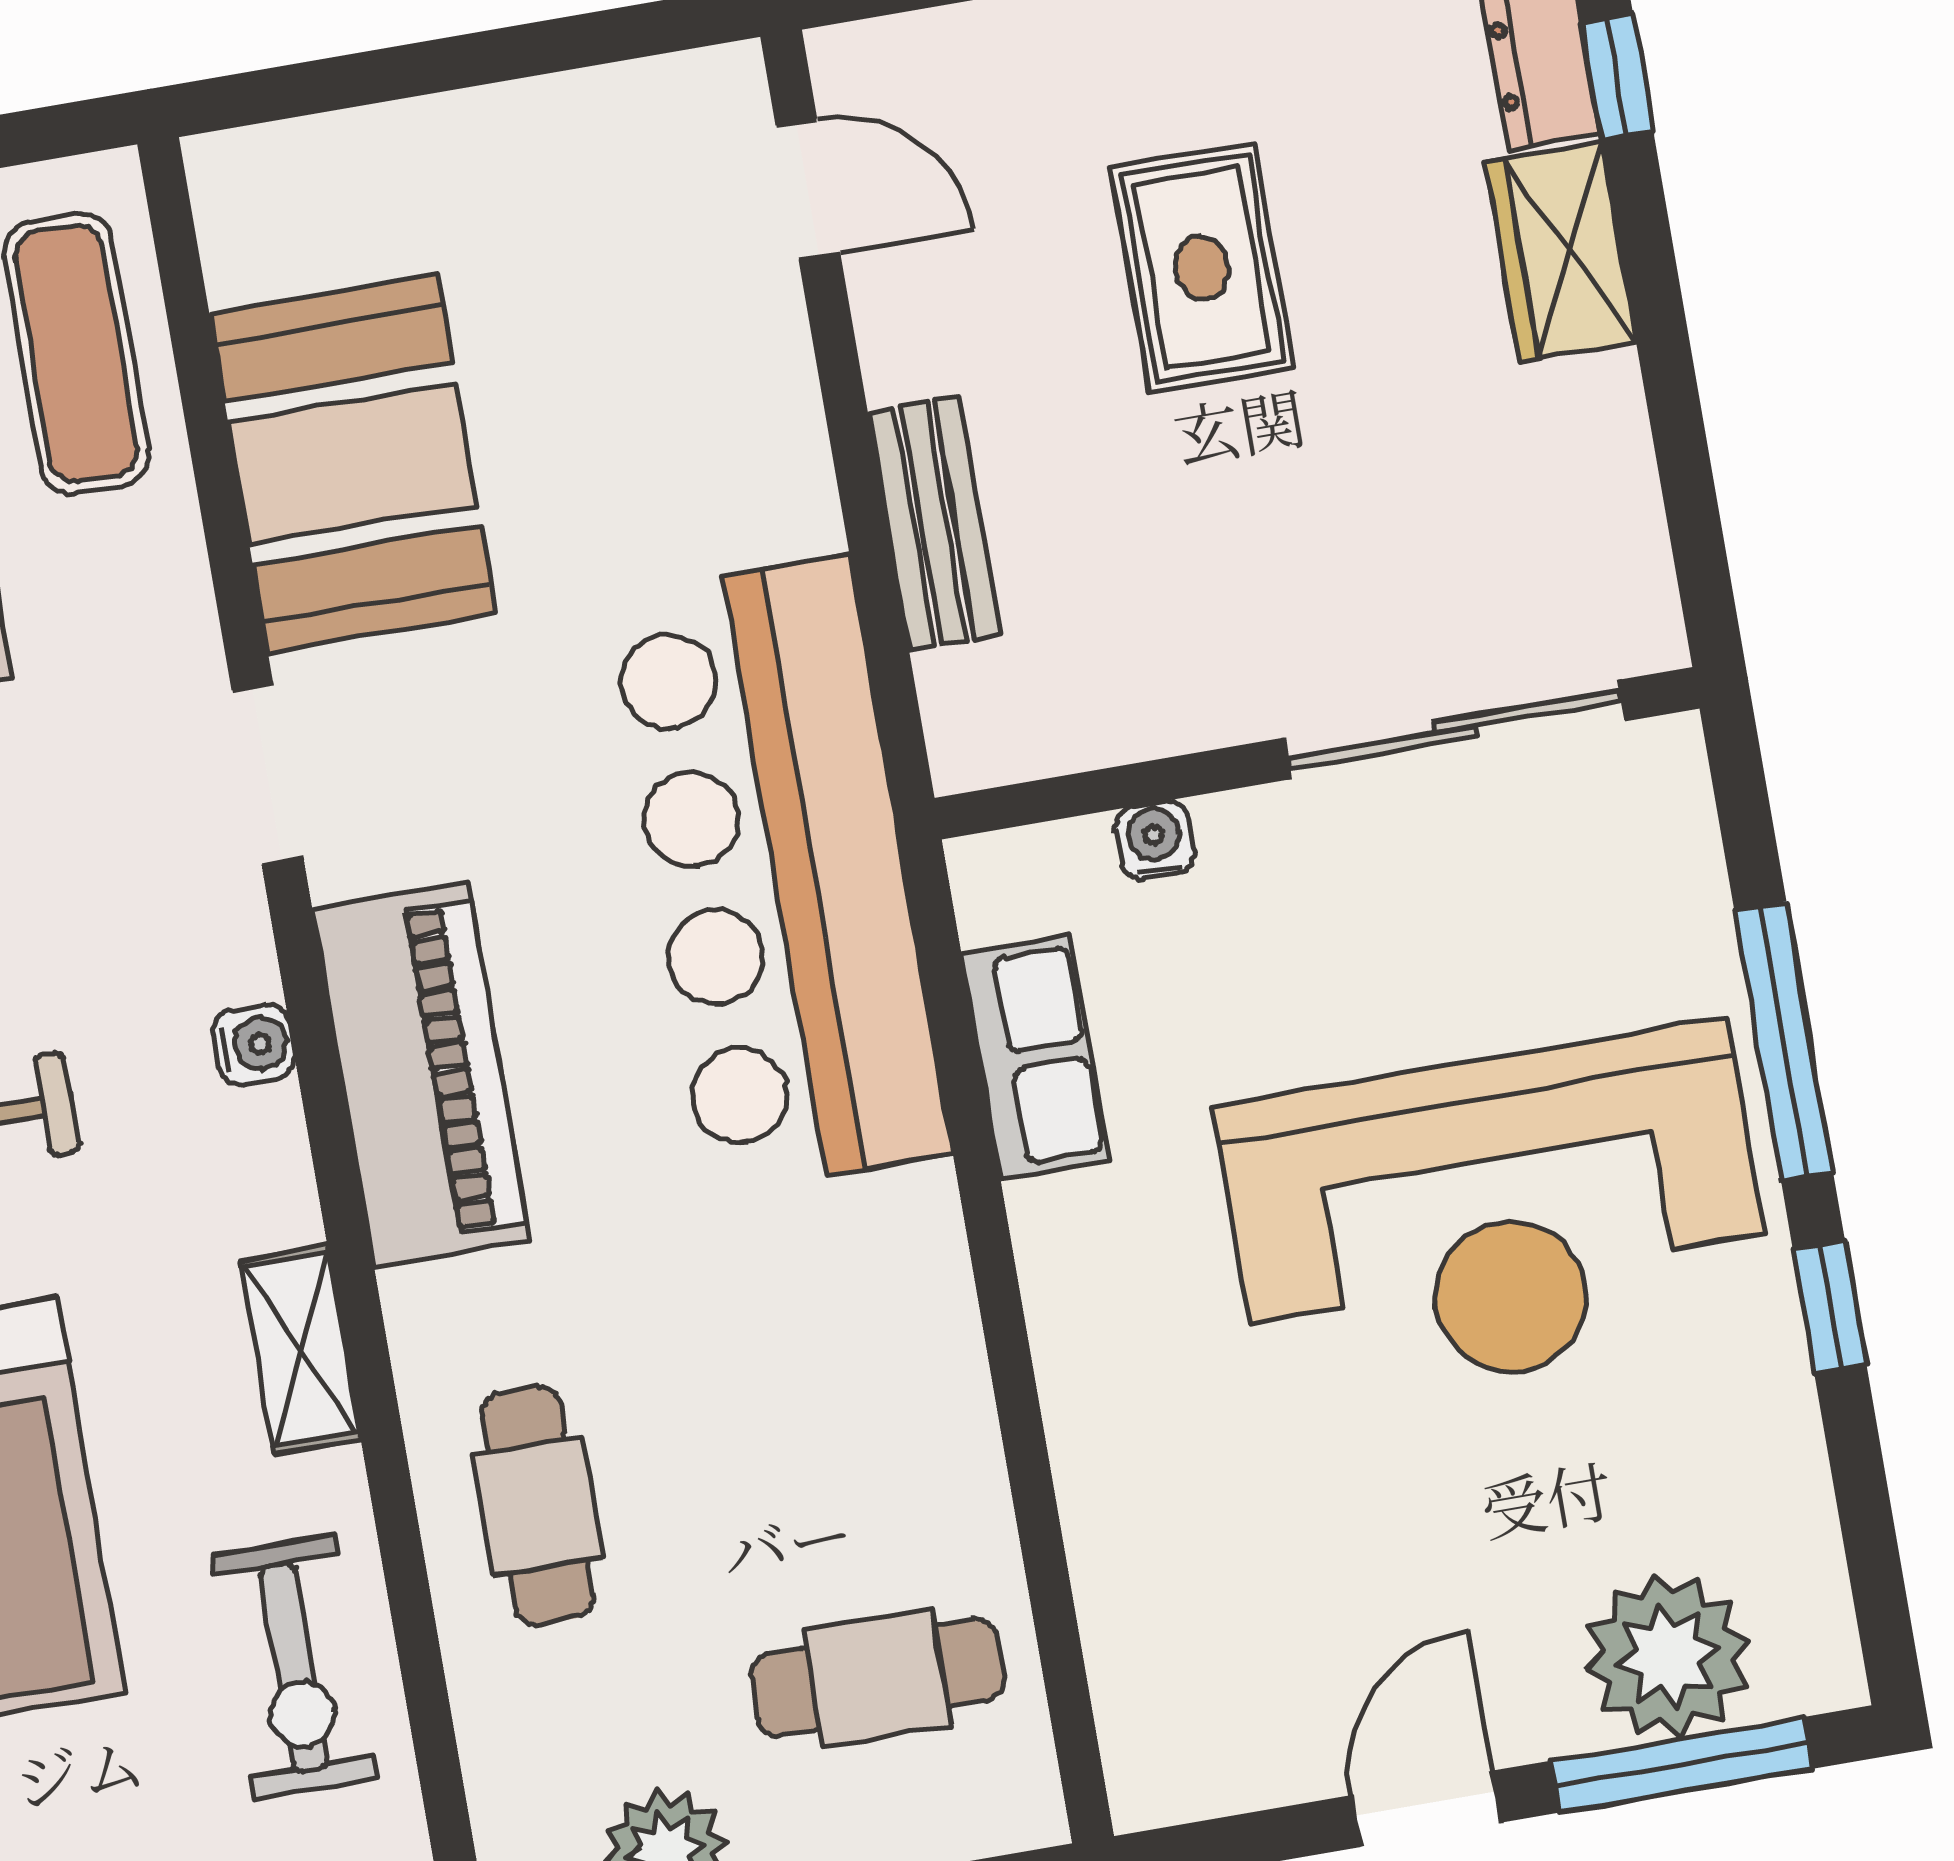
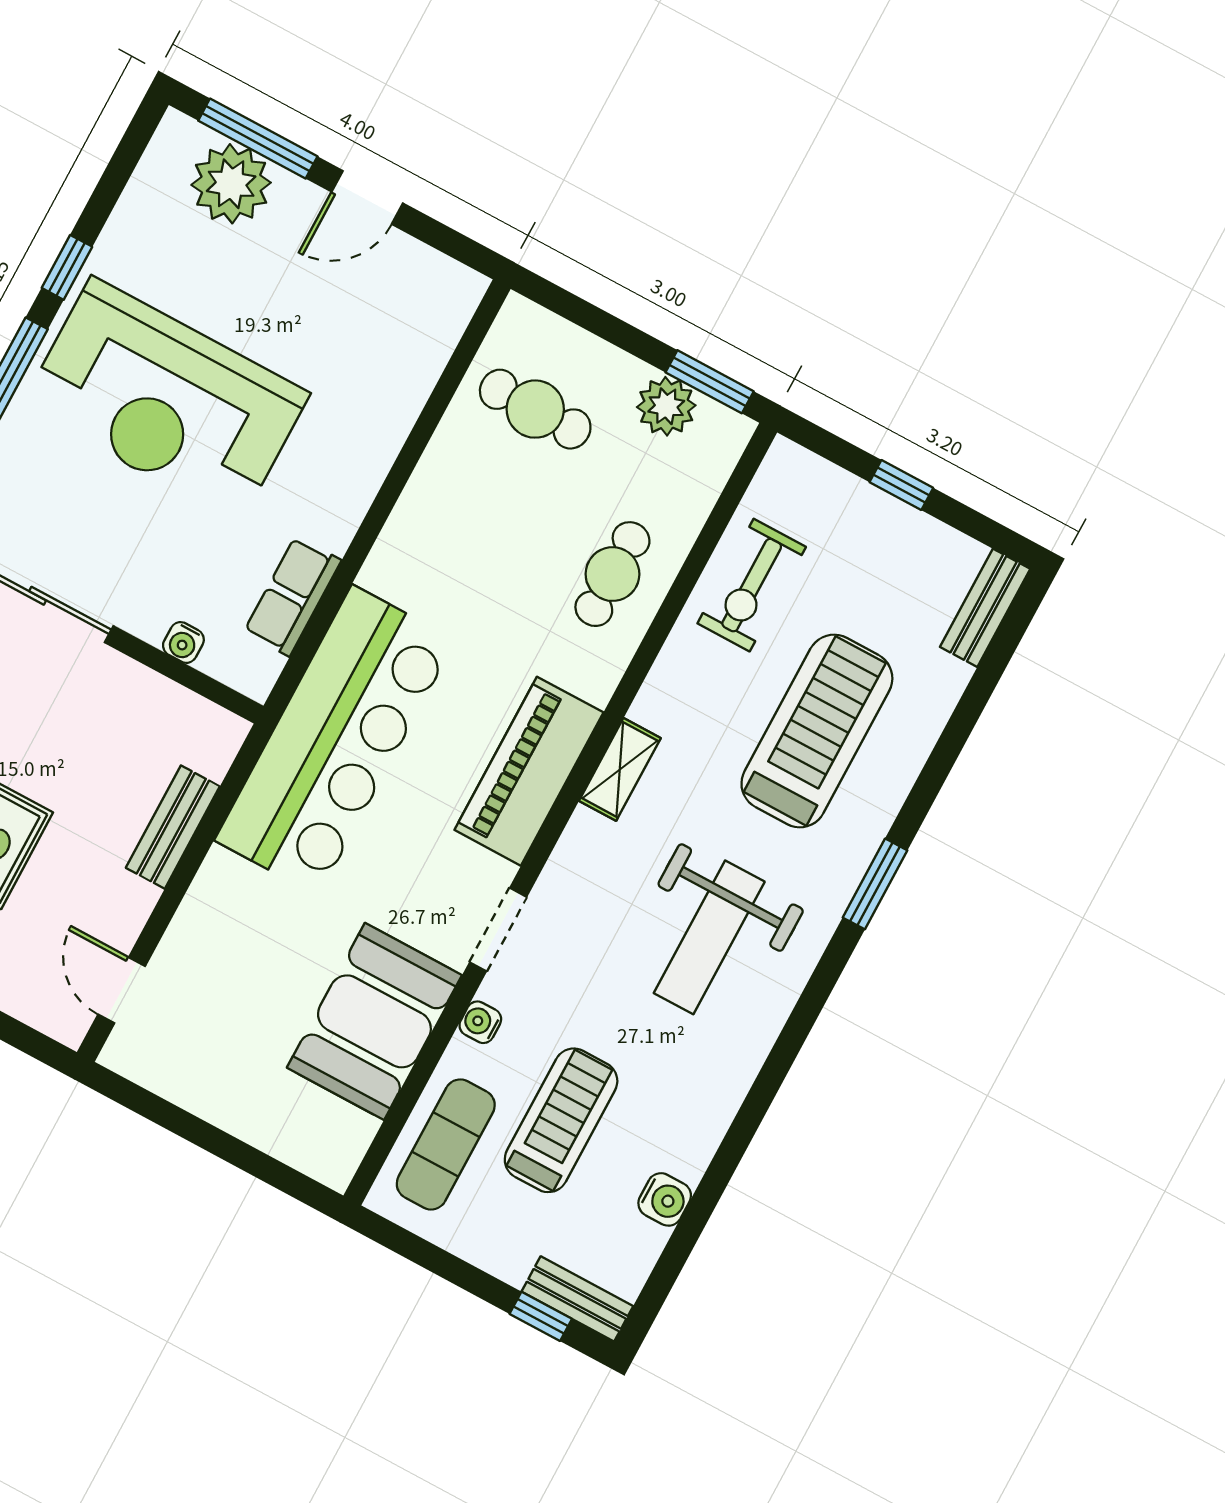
water cooler: (254, 1045) -> (480, 1022), moved
reception desk: (1497, 1216) -> (166, 400), turned 180
shelving: (301, 1350) -> (620, 769), moved
exercise bike: (295, 1667) -> (752, 585), turned 180

